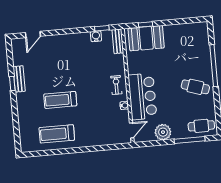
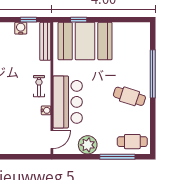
booth: (146, 38) -> (85, 41), width x1.36, depth x1.42
bench: (118, 41) -> (45, 41), width x1.36

